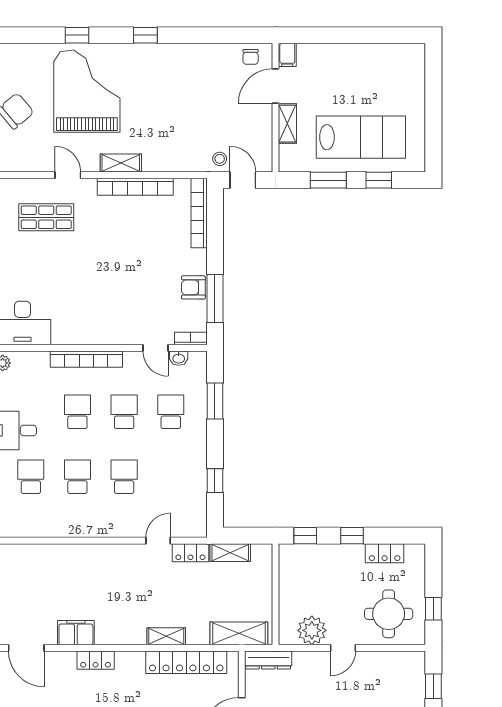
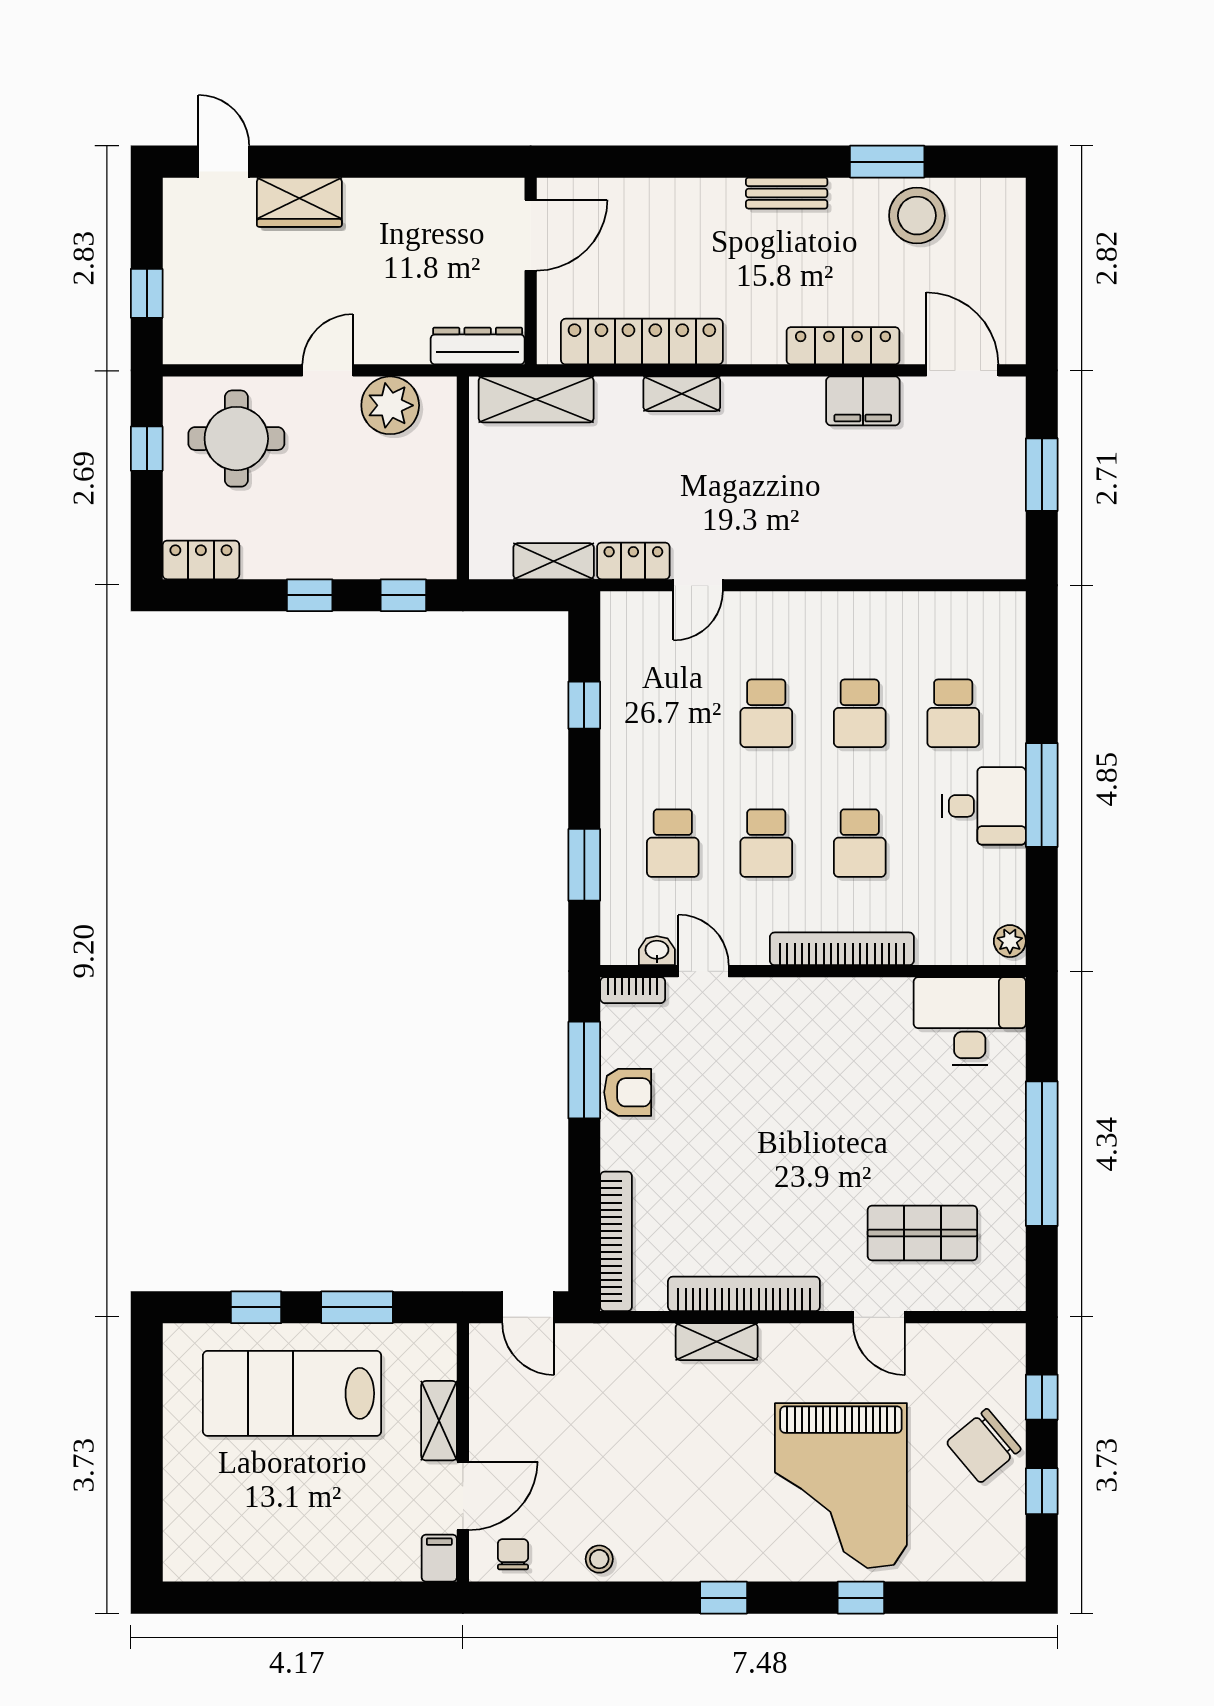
stool: (220, 159) -> (599, 1559), moved
shelving: (121, 163) -> (717, 1342), moved
locker: (385, 553) -> (201, 560), moved
locker: (96, 660) -> (843, 346), width x1.53

